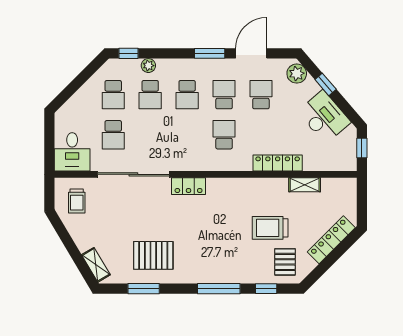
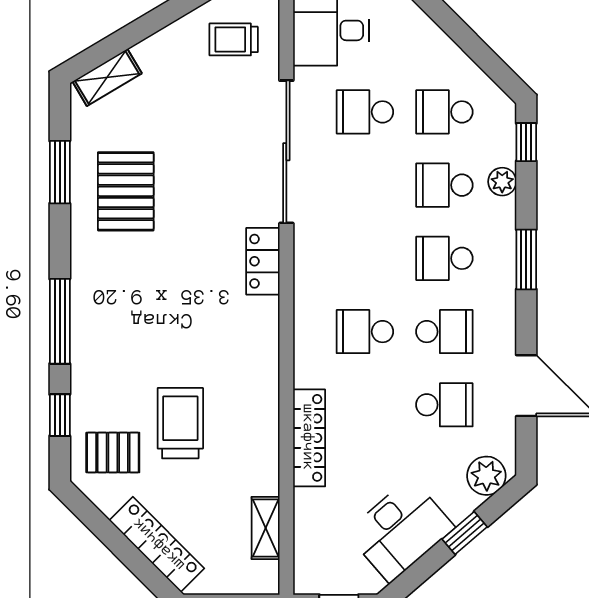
window: (210, 53) -> (526, 259), moved
school desk: (224, 135) -> (365, 332), turned 180
shelving: (305, 185) -> (266, 528), moved

